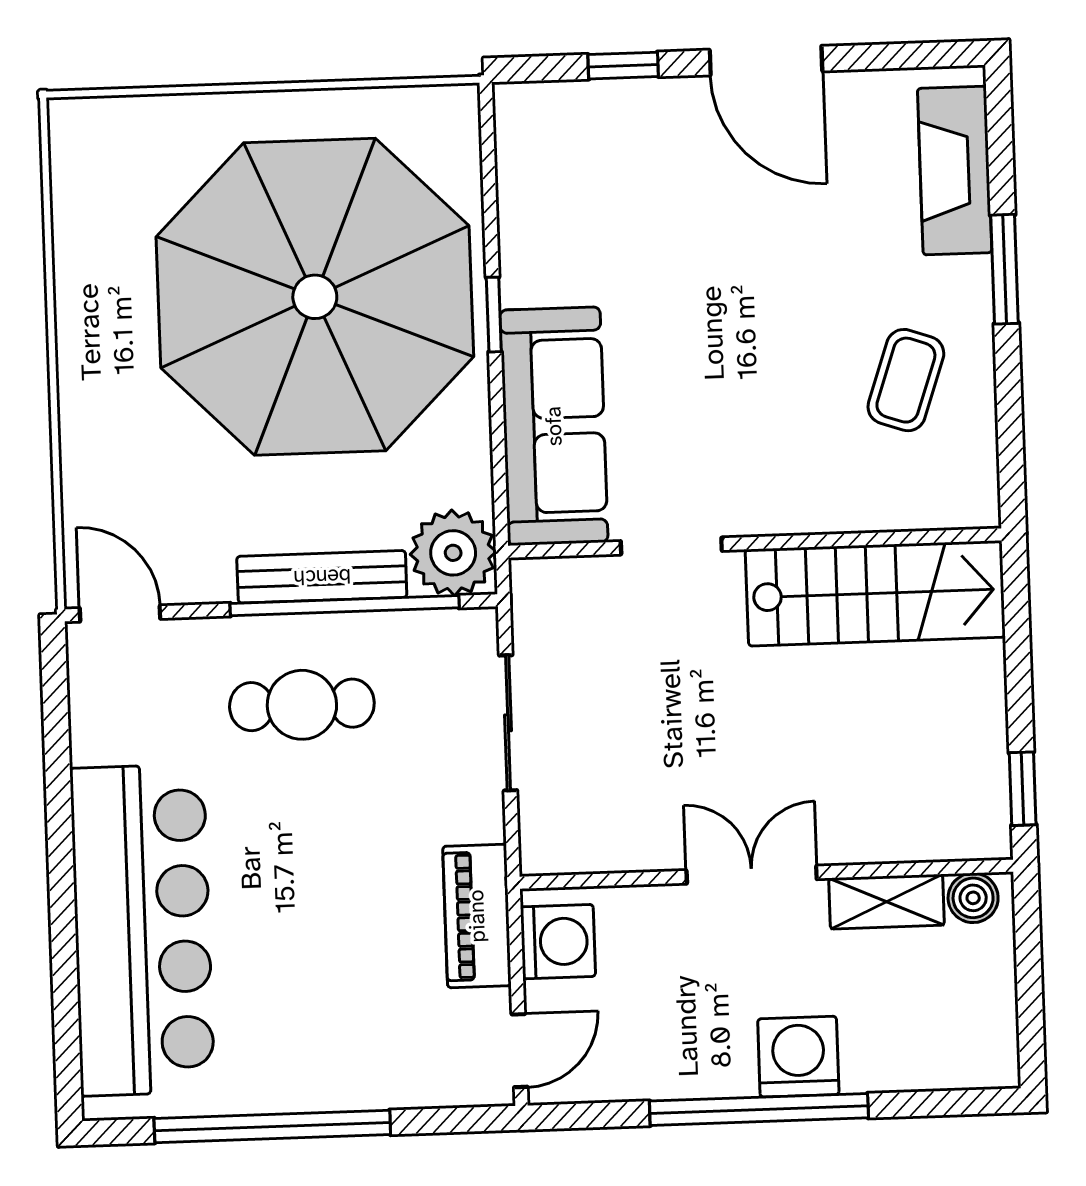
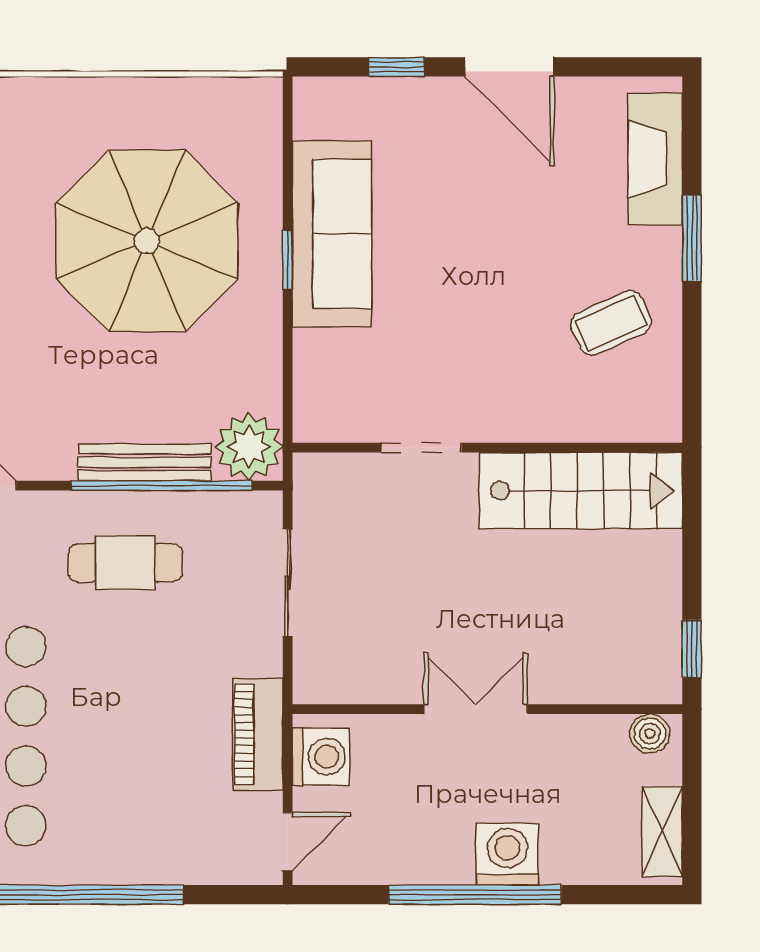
parasol: (315, 297) -> (147, 241), width x0.73, depth x0.73
coffee table: (906, 380) -> (611, 323), turned 47
sofa: (554, 426) -> (332, 234), moved
shelving: (887, 902) -> (662, 832), moved, turned 90

